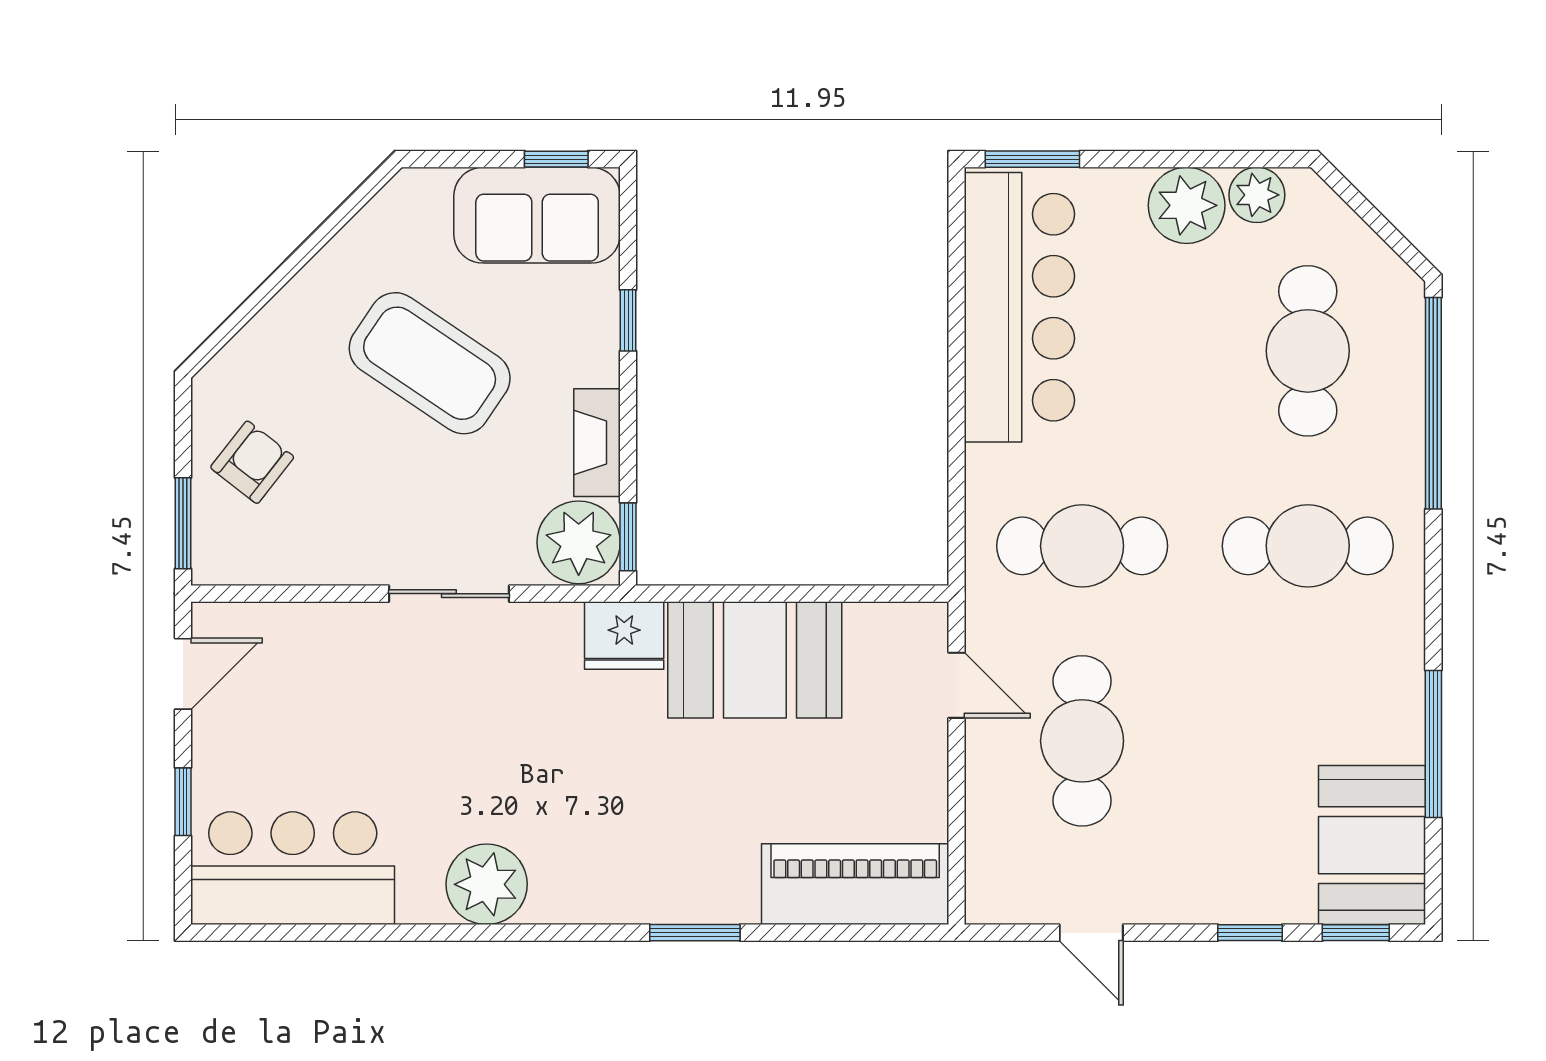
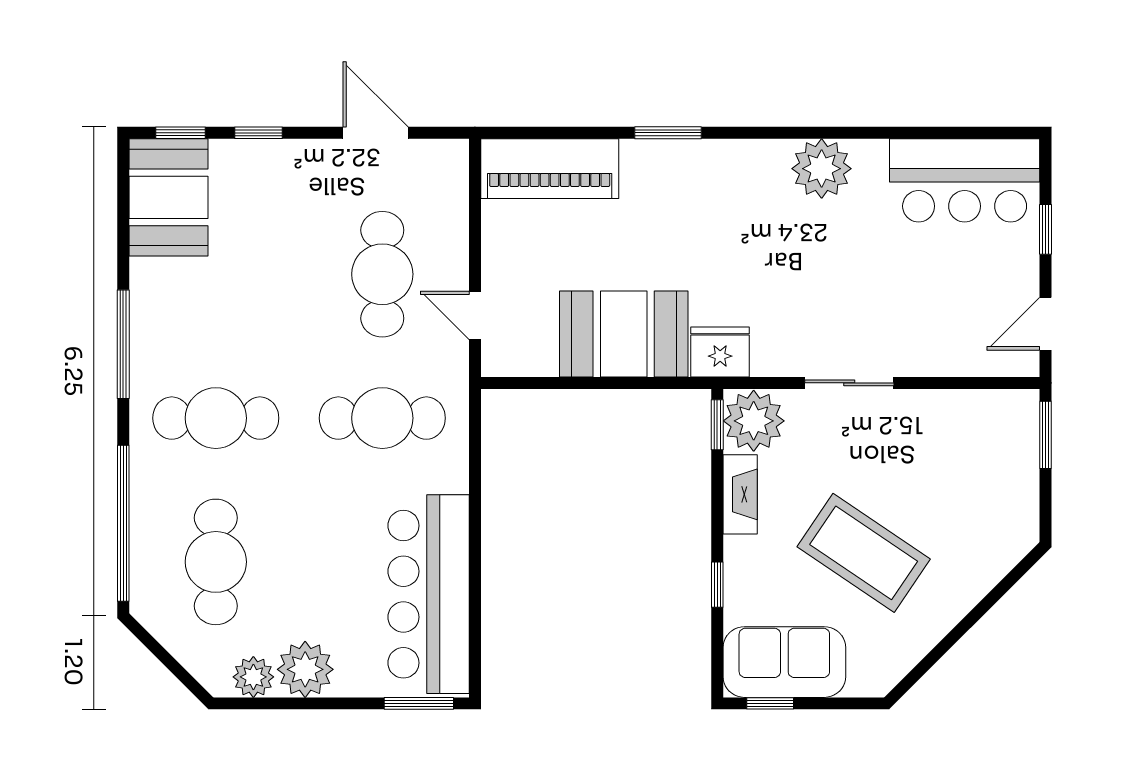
armchair: (252, 462) -> (994, 480), removed
window: (1433, 744) -> (123, 344), moved
door: (1091, 933) -> (376, 133), width x1.38

